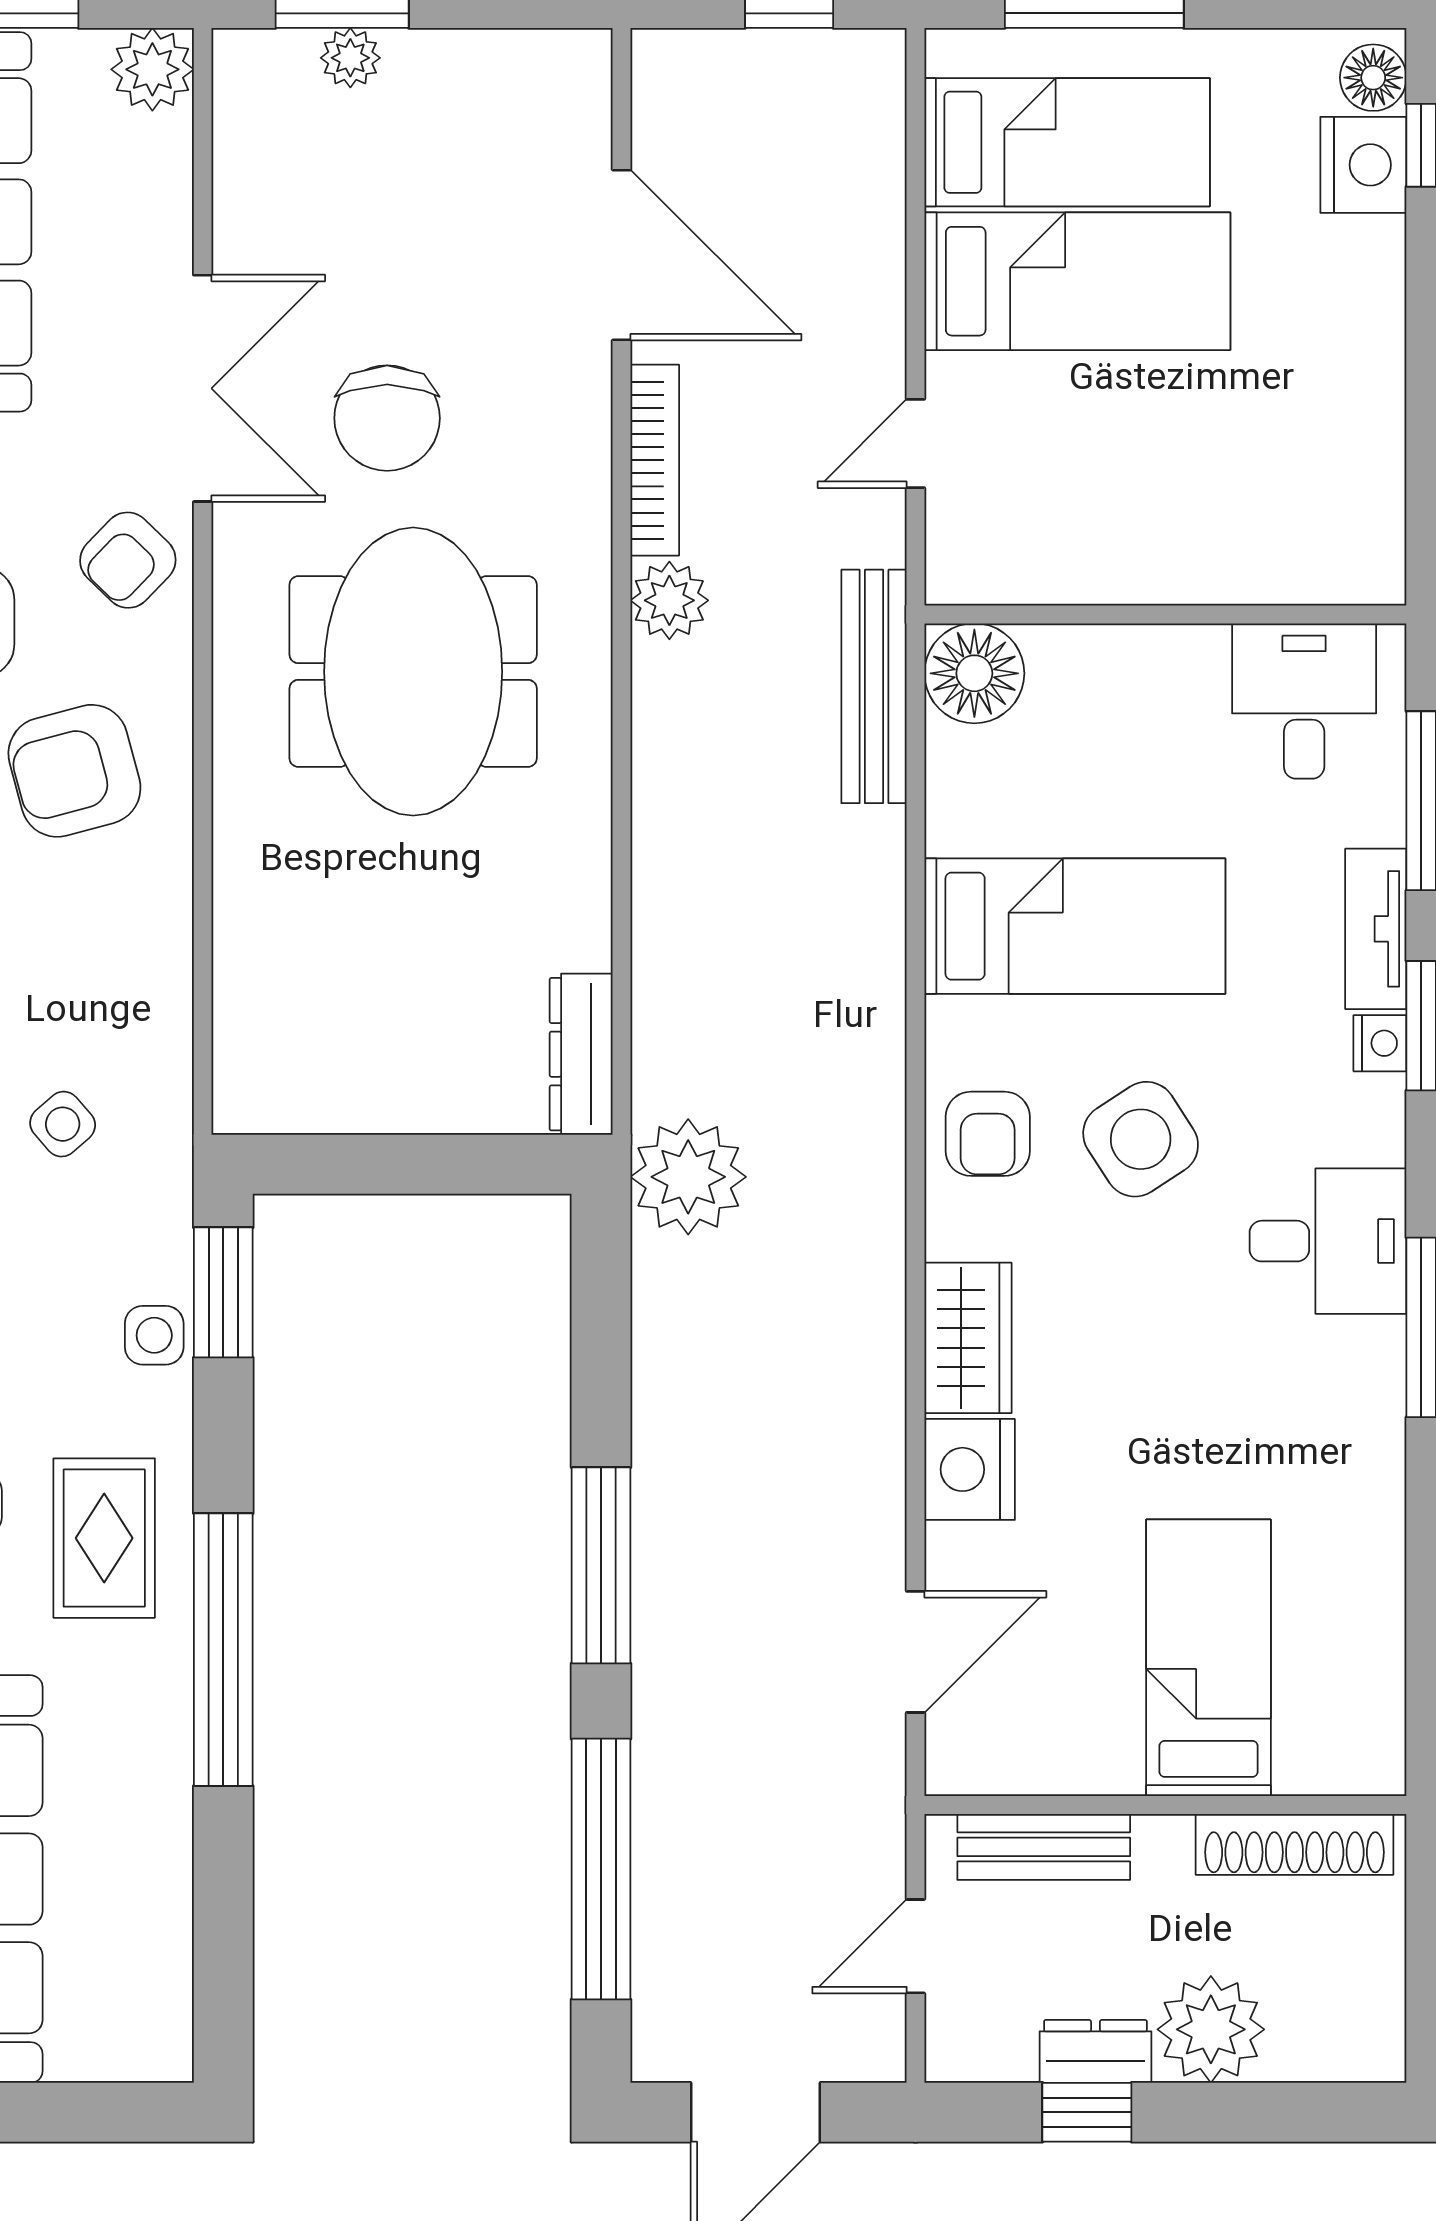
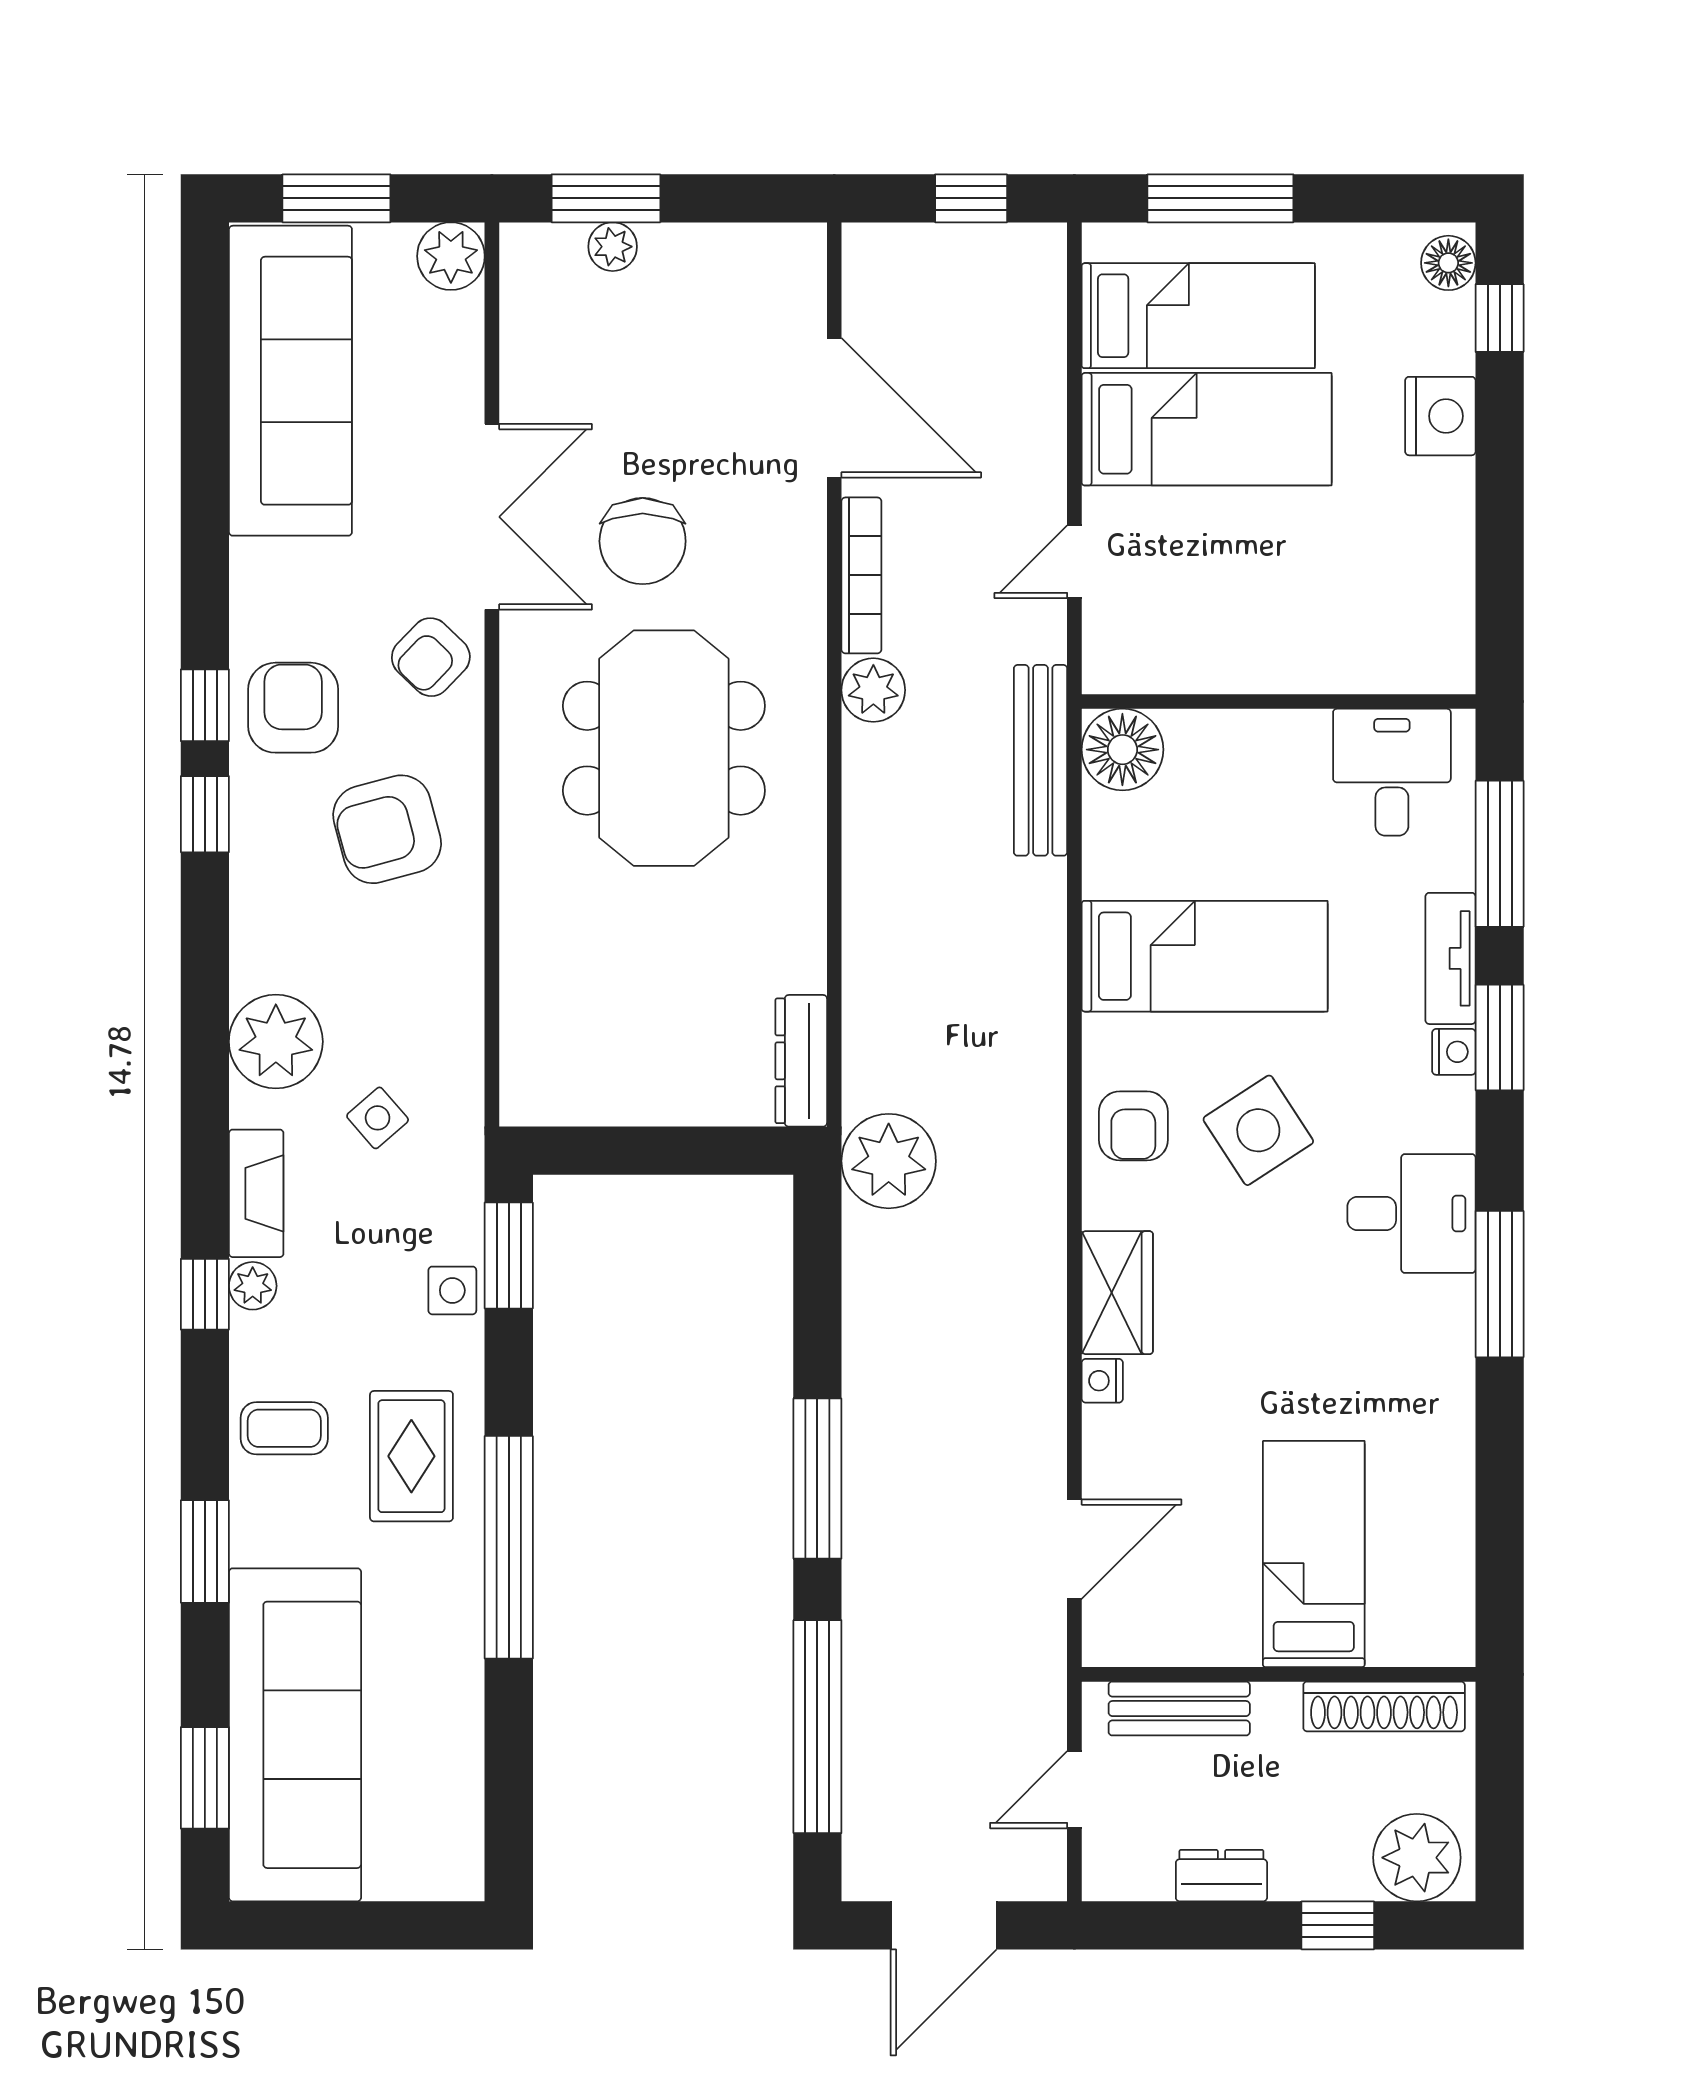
nightstand: (1363, 165) -> (1440, 416), moved
nightstand: (970, 1469) -> (1102, 1381), width x0.53, depth x0.56
plant: (1211, 2029) -> (1417, 1858), moved
window: (1087, 2112) -> (1338, 1925), moved

